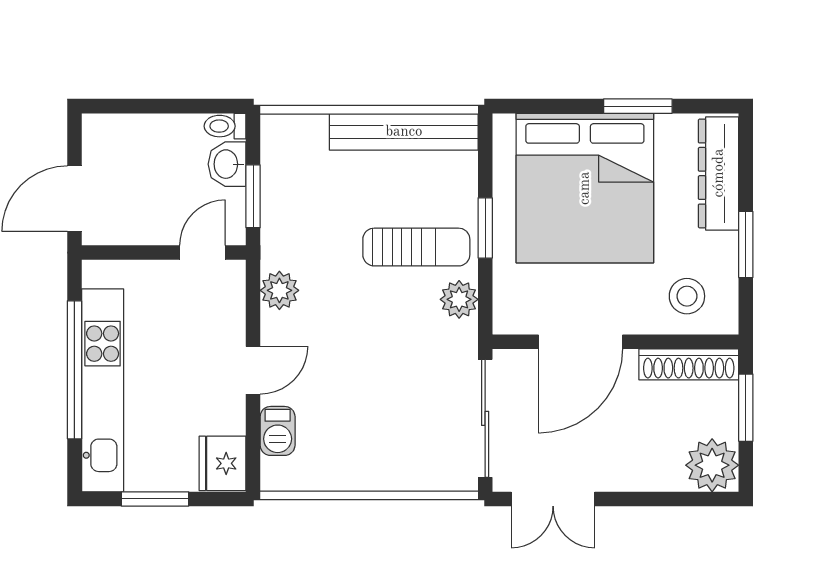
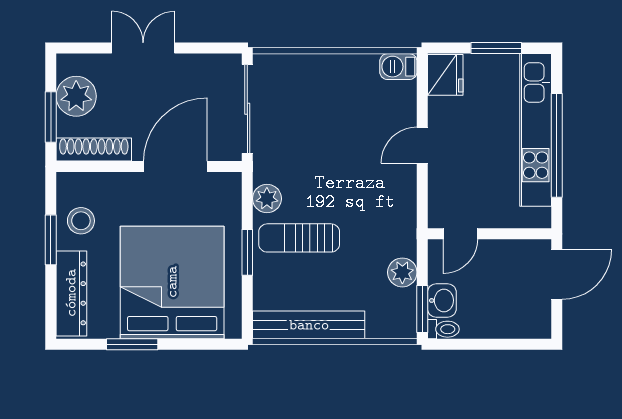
window: (253, 196) -> (422, 309), moved
plant: (279, 290) -> (402, 272), moved
stool: (687, 296) -> (81, 221), moved
barbecue: (278, 431) -> (398, 67), moved, turned -90
plant: (712, 465) -> (76, 96), moved
double door: (553, 499) -> (143, 48), moved

